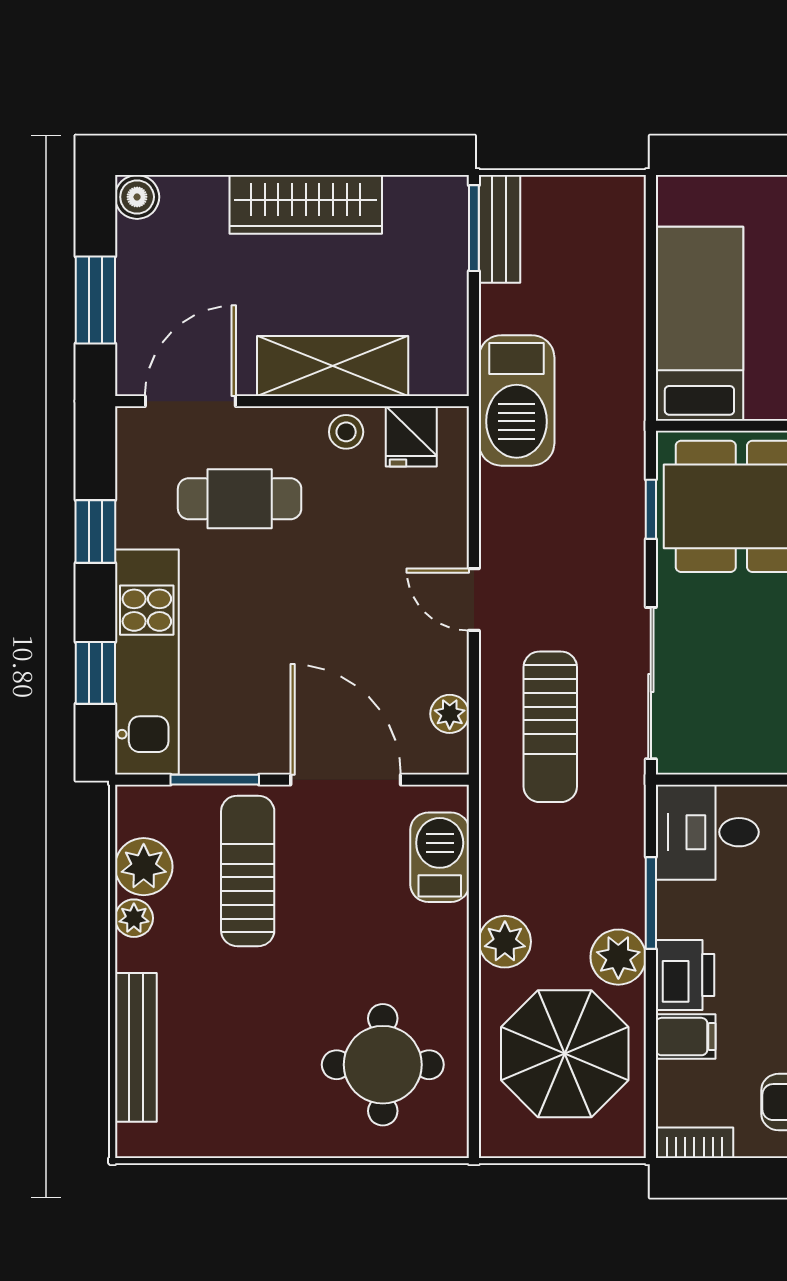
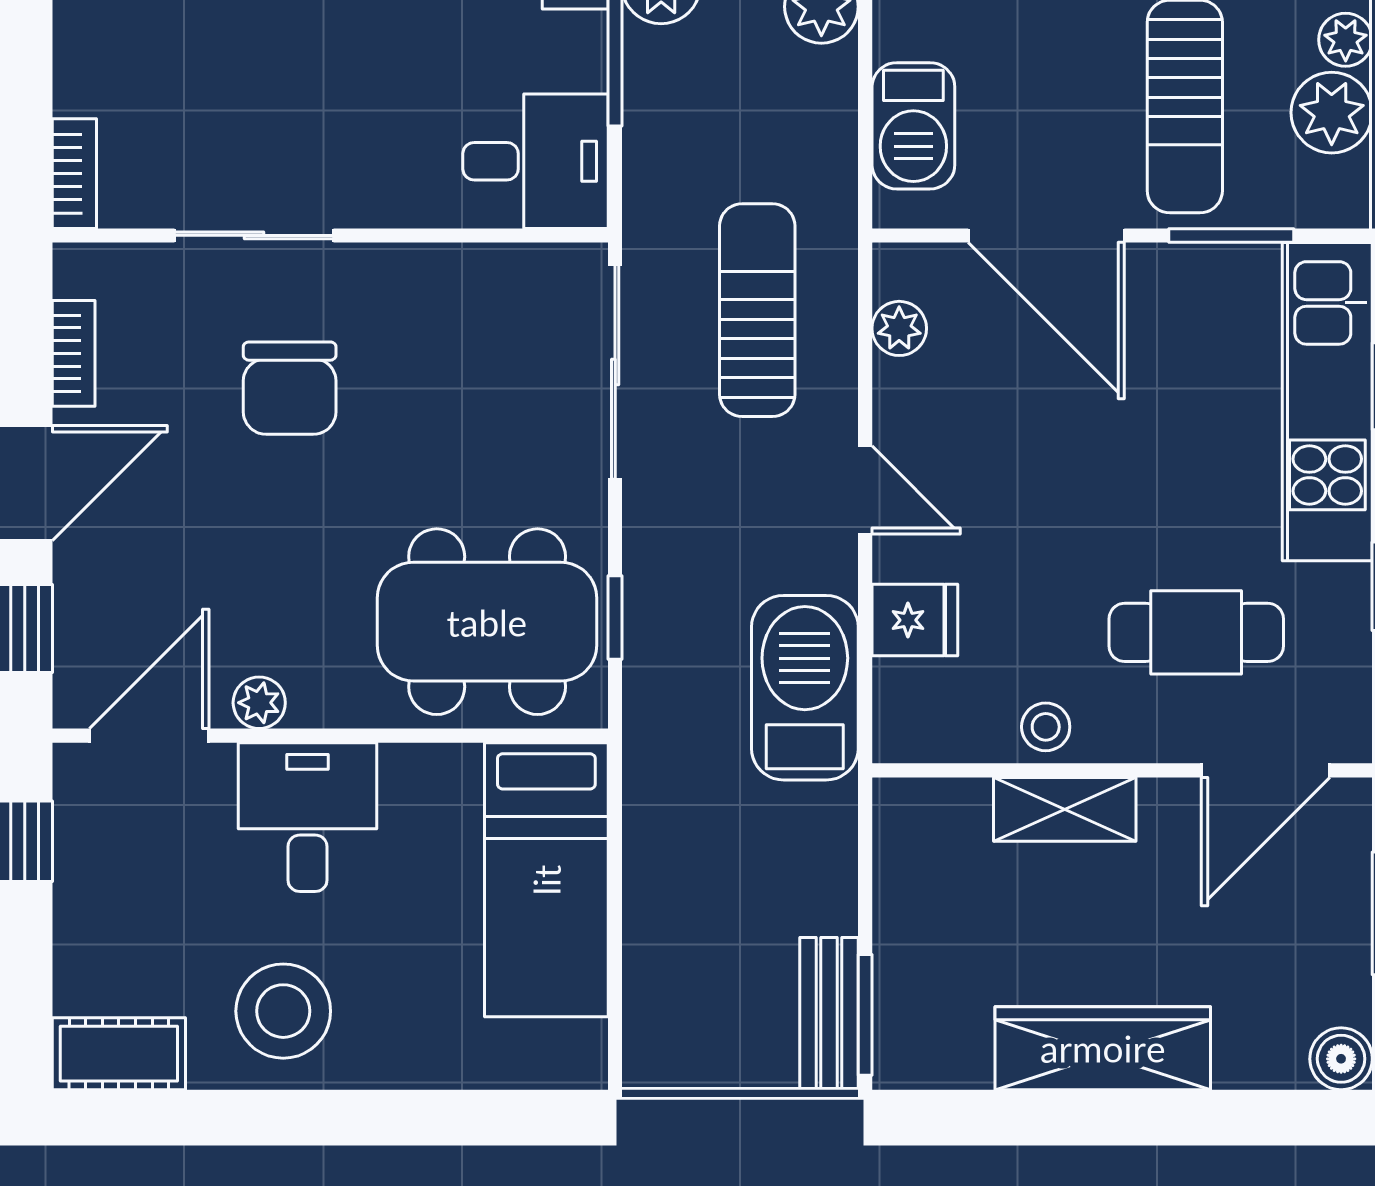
shelving: (333, 366) -> (1065, 809), width x0.67, depth x0.75
barbecue: (517, 400) -> (805, 688), moved
fridge: (411, 436) -> (915, 620), moved, turned 90

